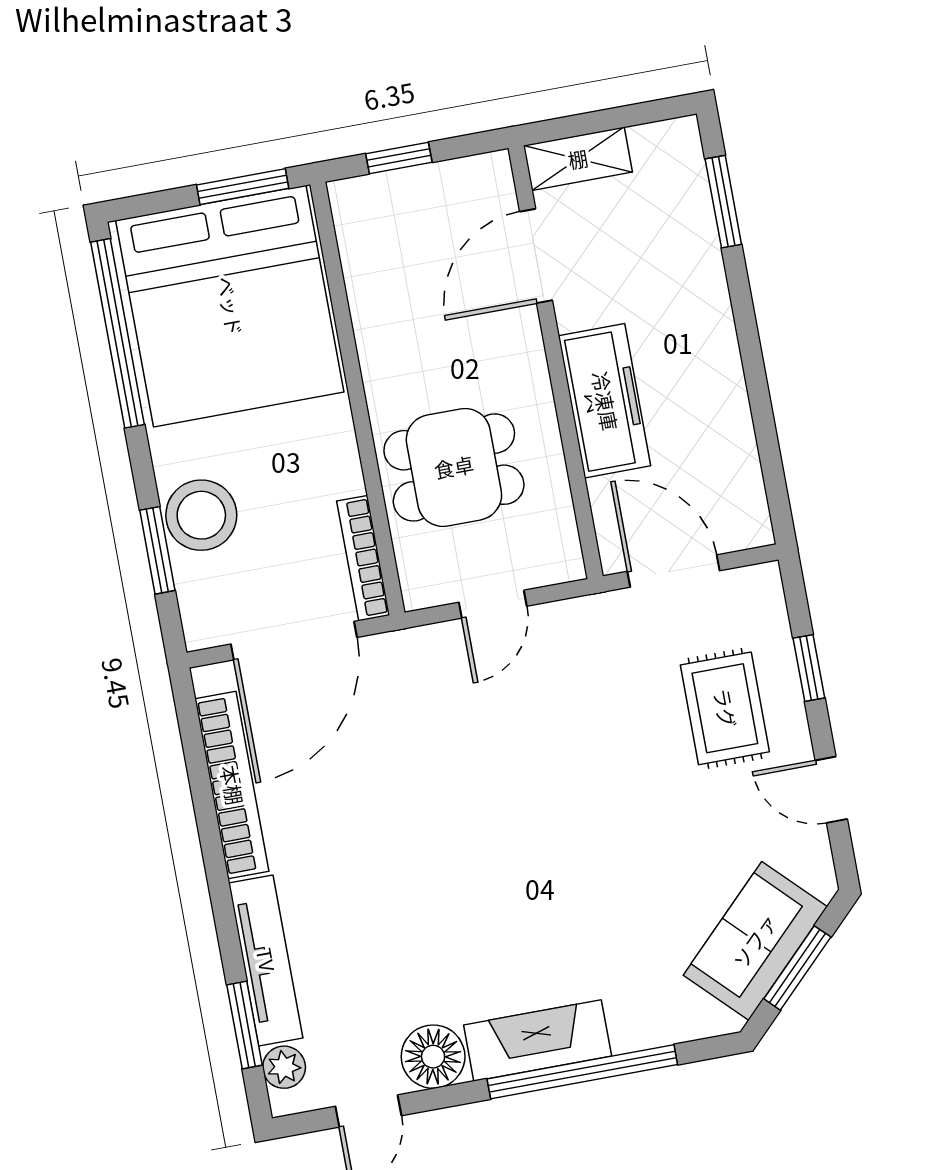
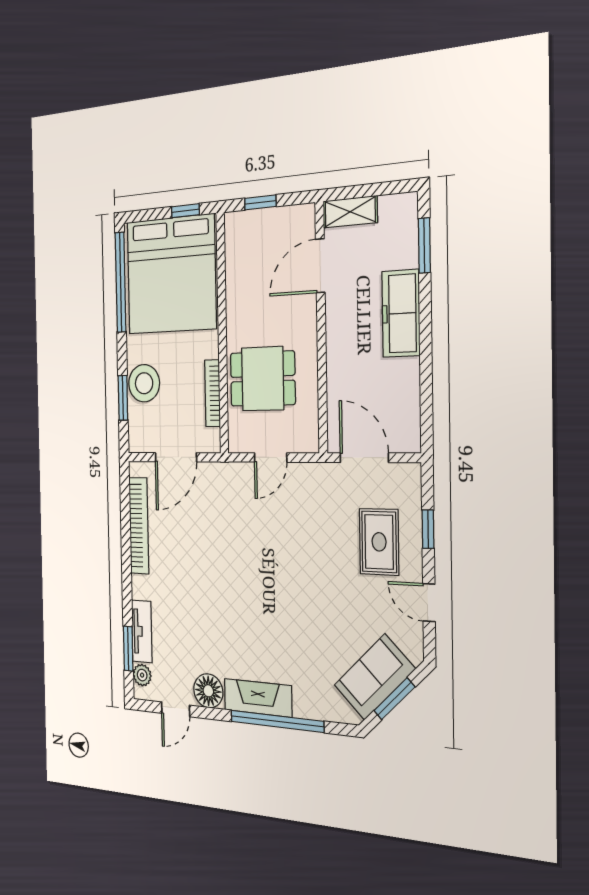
window: (243, 187) -> (185, 211), width x0.67
freezer: (605, 401) -> (401, 313), moved, turned 180
bookcase: (363, 558) -> (213, 393), moved
door: (294, 641) -> (176, 457), width x0.73
tv unit: (266, 960) -> (142, 631), width x0.71

